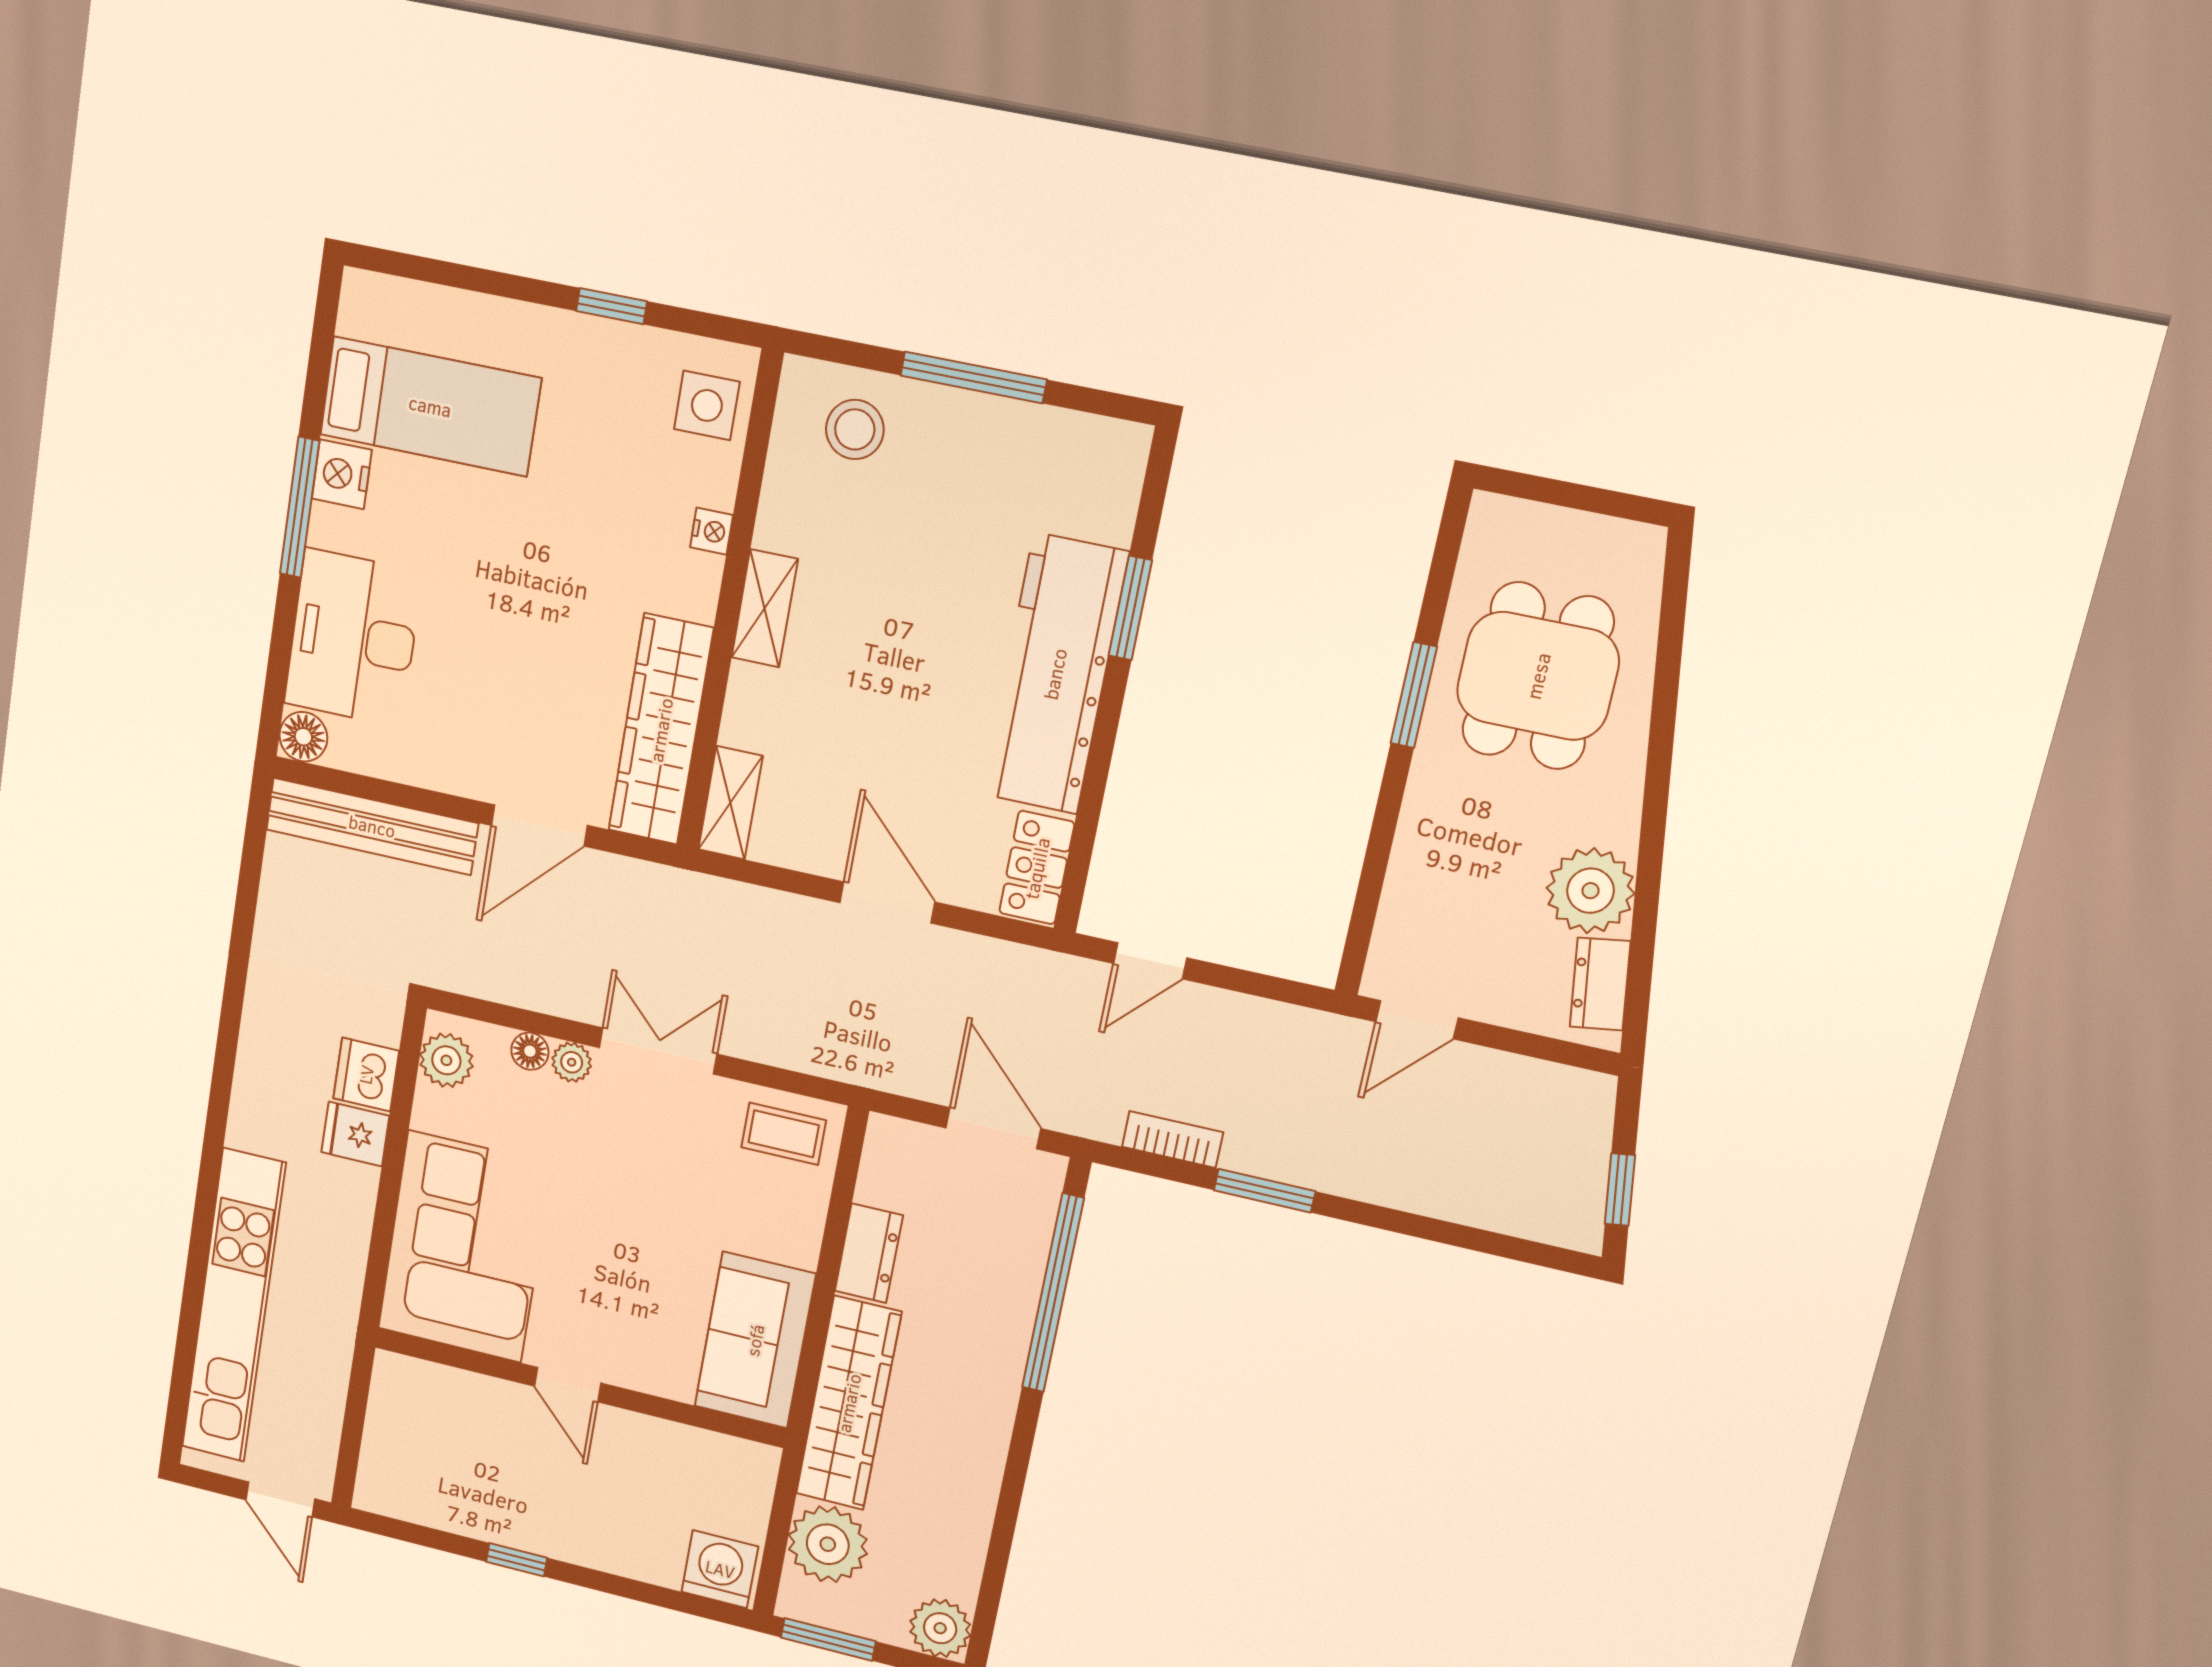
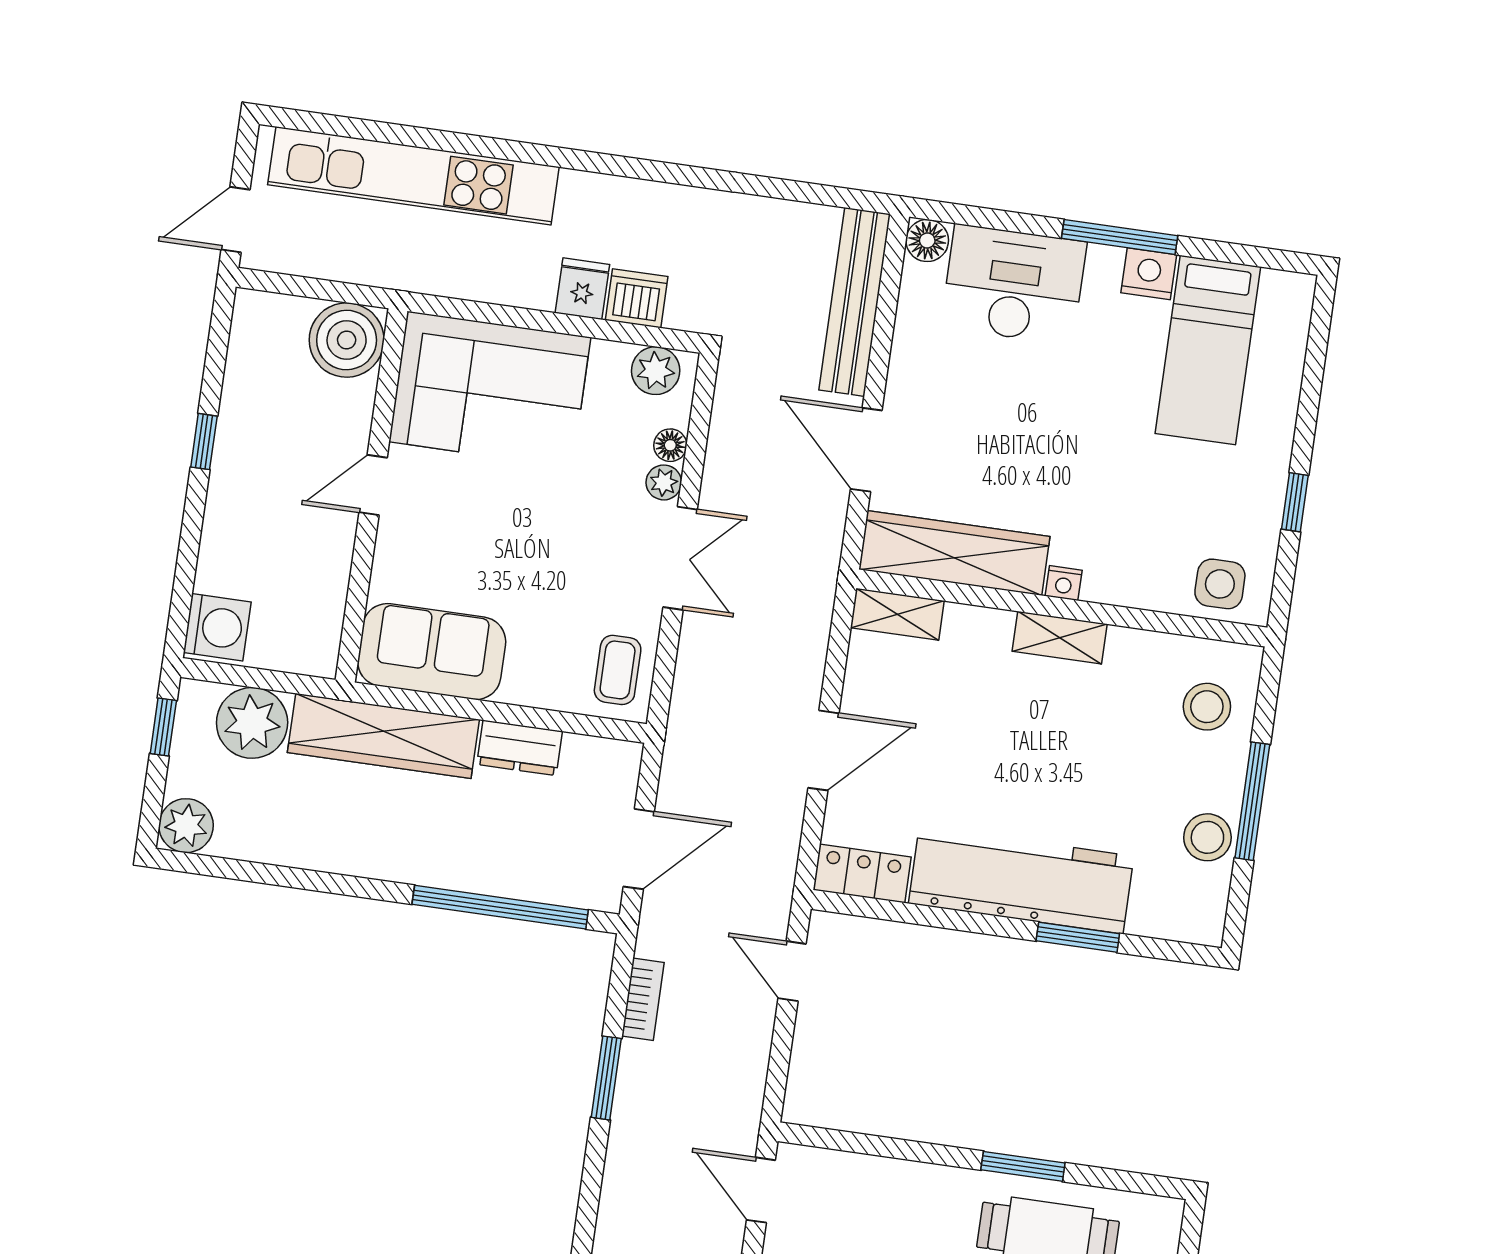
stool: (1016, 437) -> (1207, 837), added
nightstand: (712, 531) -> (1064, 583), moved
boiler: (409, 1396) -> (347, 340), added
window: (828, 1639) -> (163, 727), width x0.67

